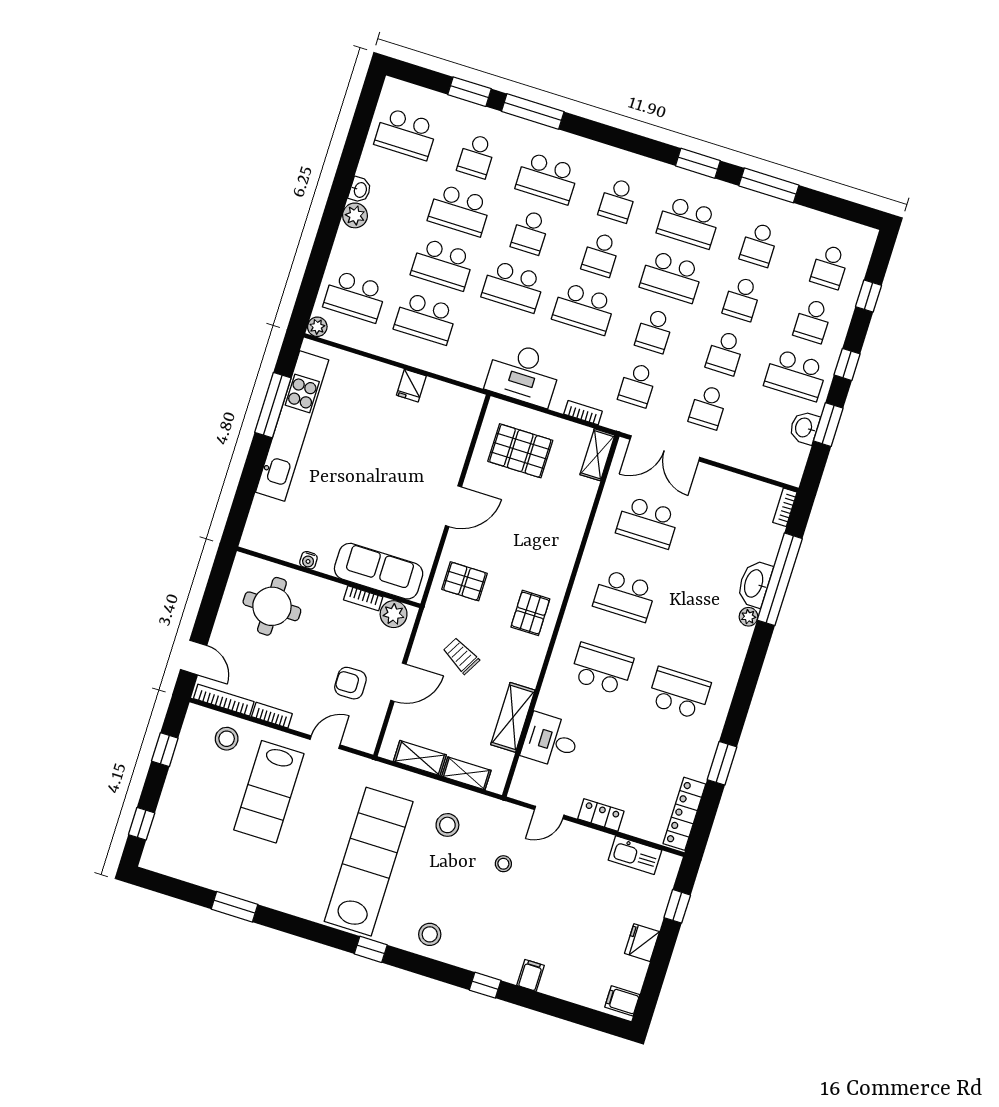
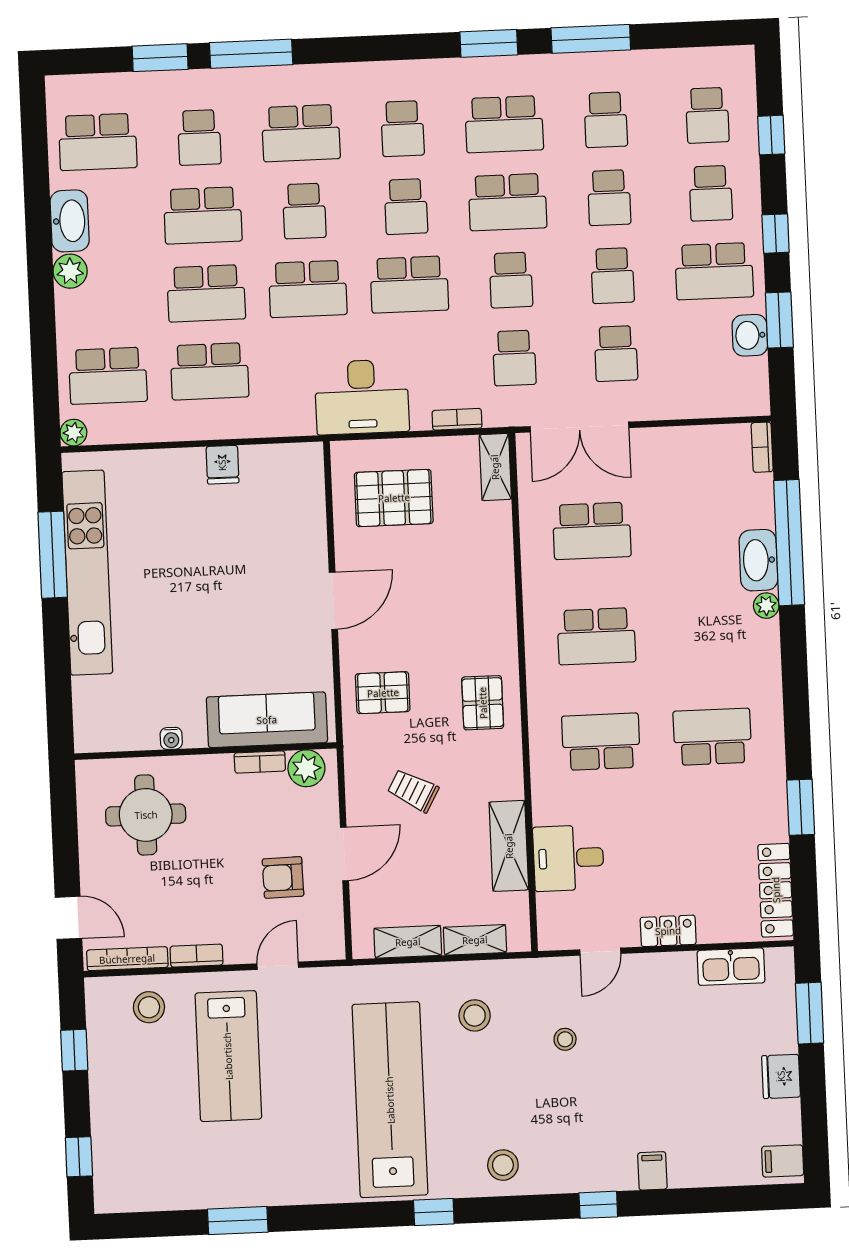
washbasin: (360, 190) -> (70, 221), width x1.91, depth x1.45
window: (677, 906) -> (810, 1013), width x1.50

